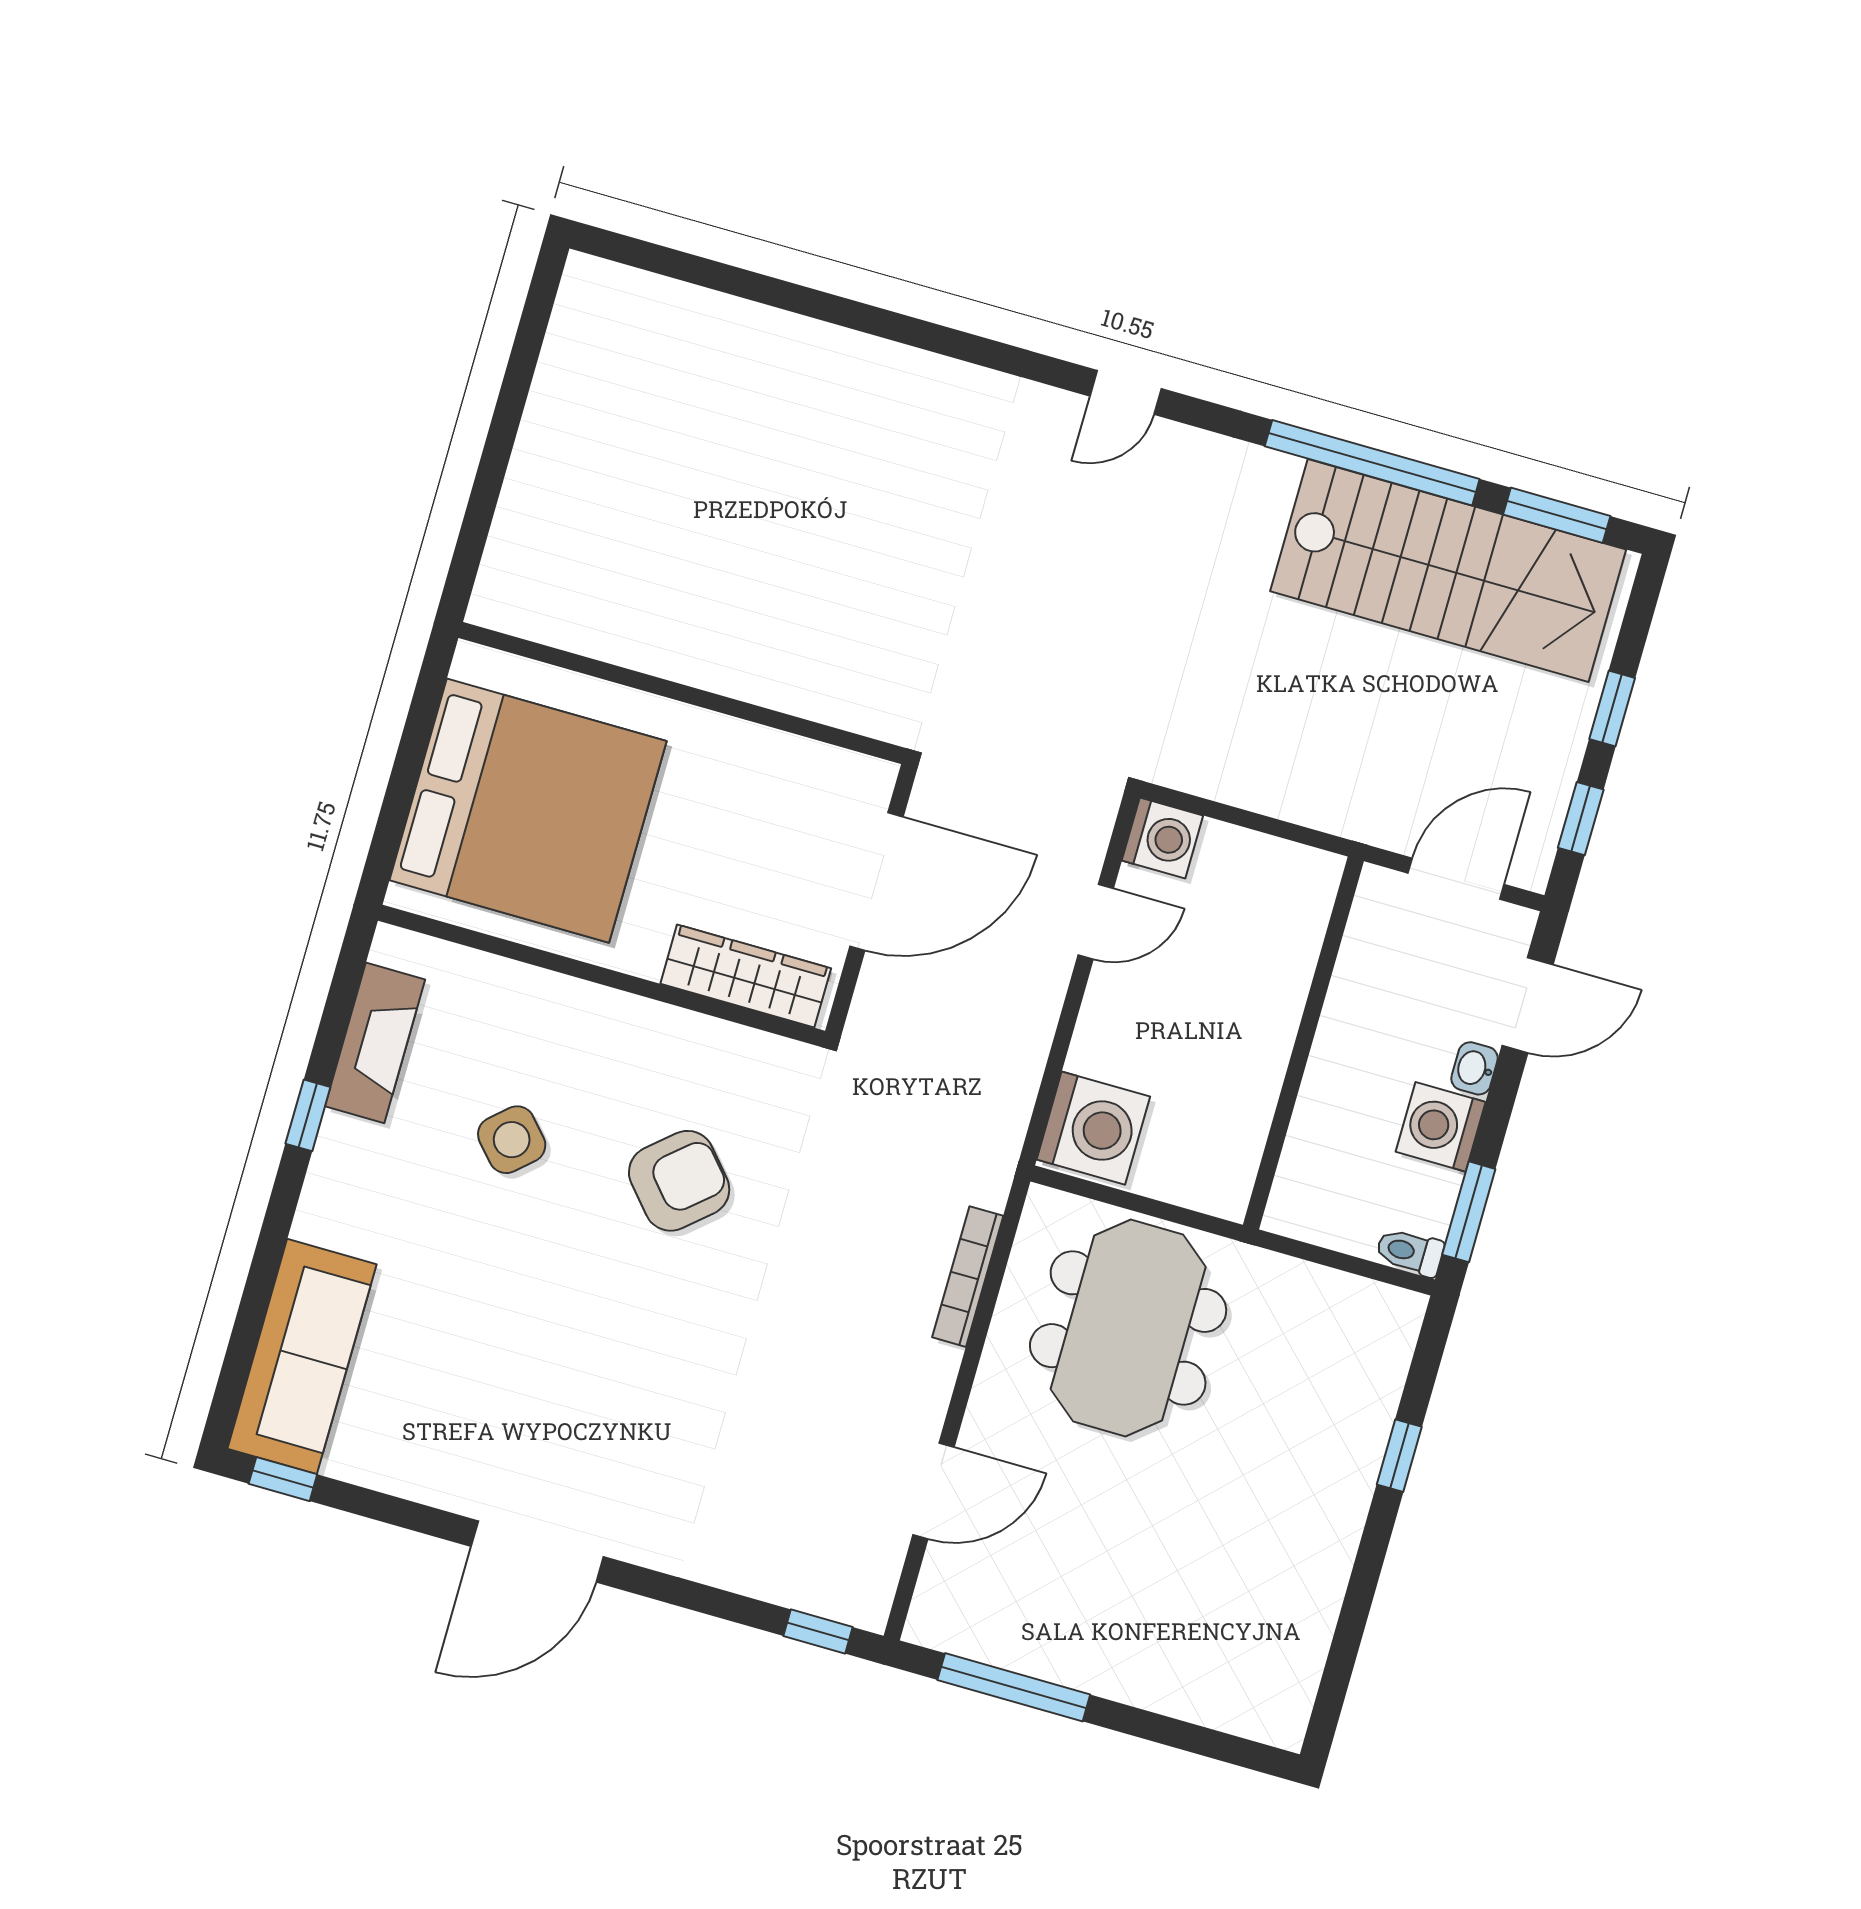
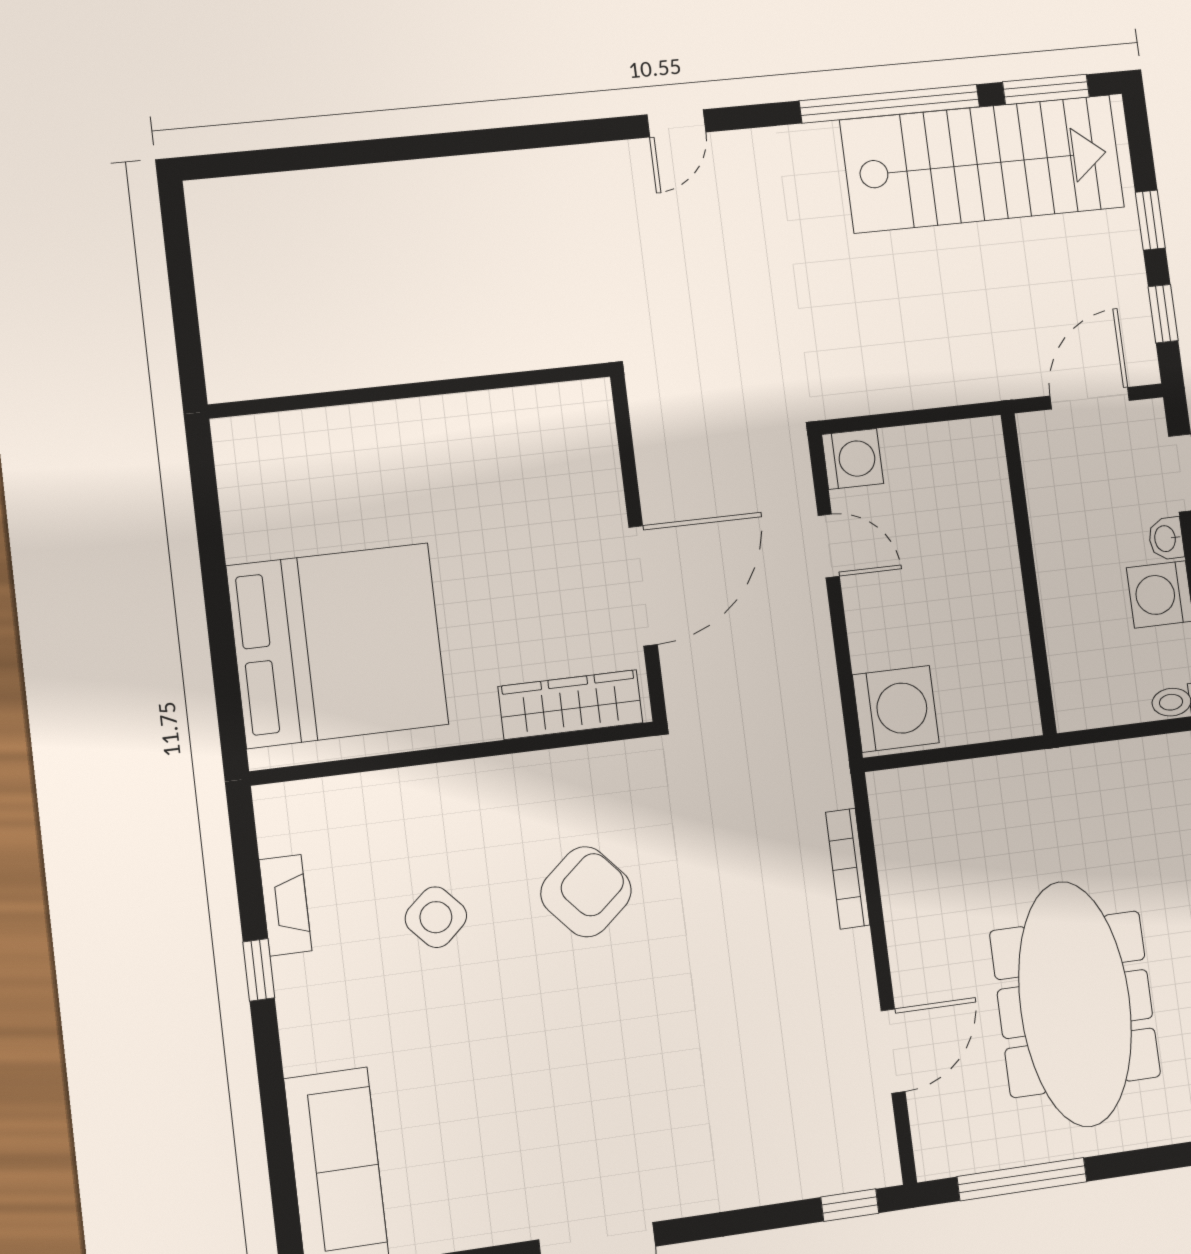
wall: (682, 693) -> (411, 390), moved
door: (1096, 922) -> (829, 546), hinge flipped
fireplace: (375, 1043) -> (285, 905), width x0.73, depth x0.76
meeting table: (1128, 1328) -> (1075, 1004), moved, width x1.36

